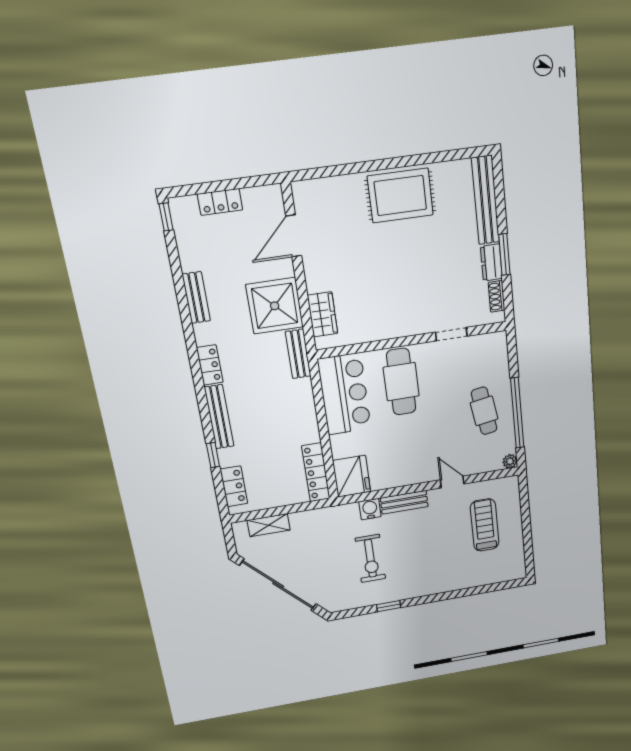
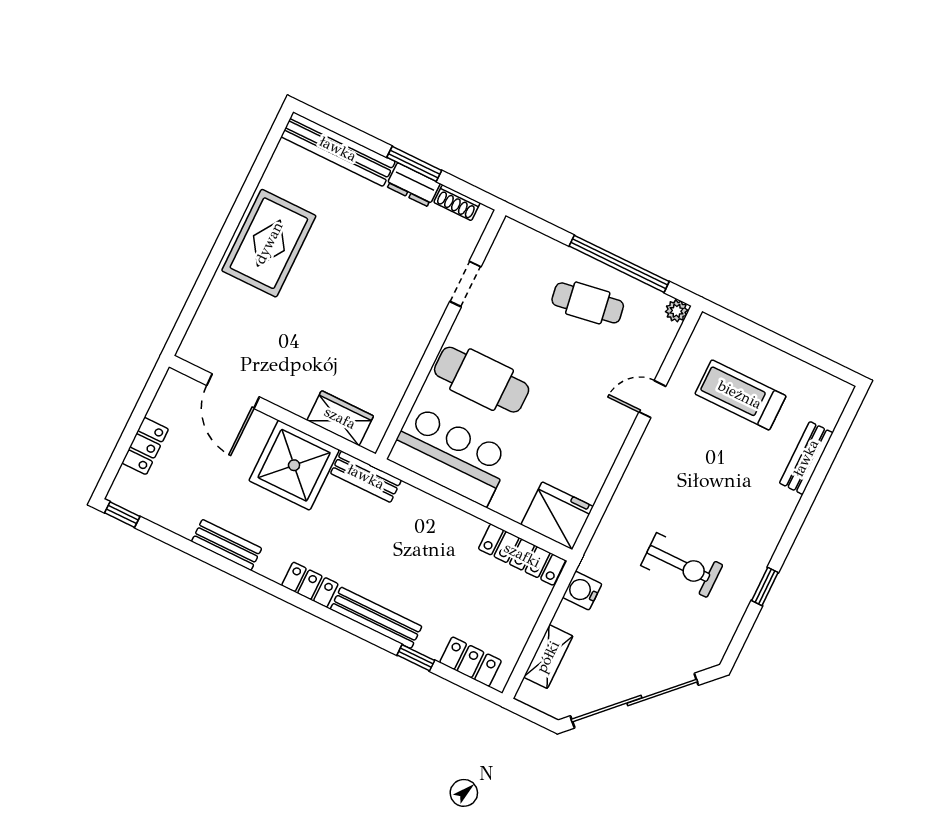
bench: (404, 502) -> (806, 458), moved
water cooler: (370, 509) -> (582, 591), moved

